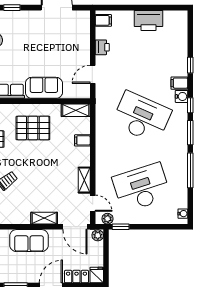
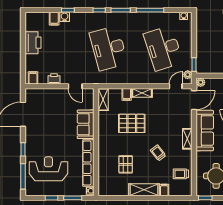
filing cabinet: (179, 83) -> (54, 19), moved
water cooler: (181, 96) -> (65, 17), moved
desk: (141, 117) -> (109, 48), turned -39
pallet: (33, 128) -> (132, 123), moved, turned 90
shelving: (84, 180) -> (142, 93), moved
shelving: (44, 218) -> (187, 139), moved
sofa: (29, 241) -> (205, 131), width x1.36

